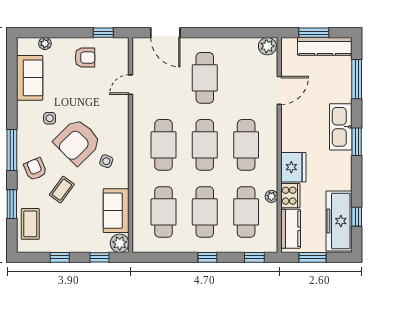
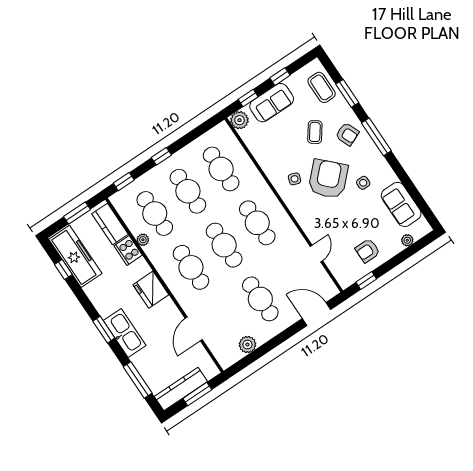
plant: (267, 46) -> (247, 345), moved
fridge: (293, 167) -> (151, 290), moved
sofa: (116, 211) -> (272, 103), moved, turned 90

